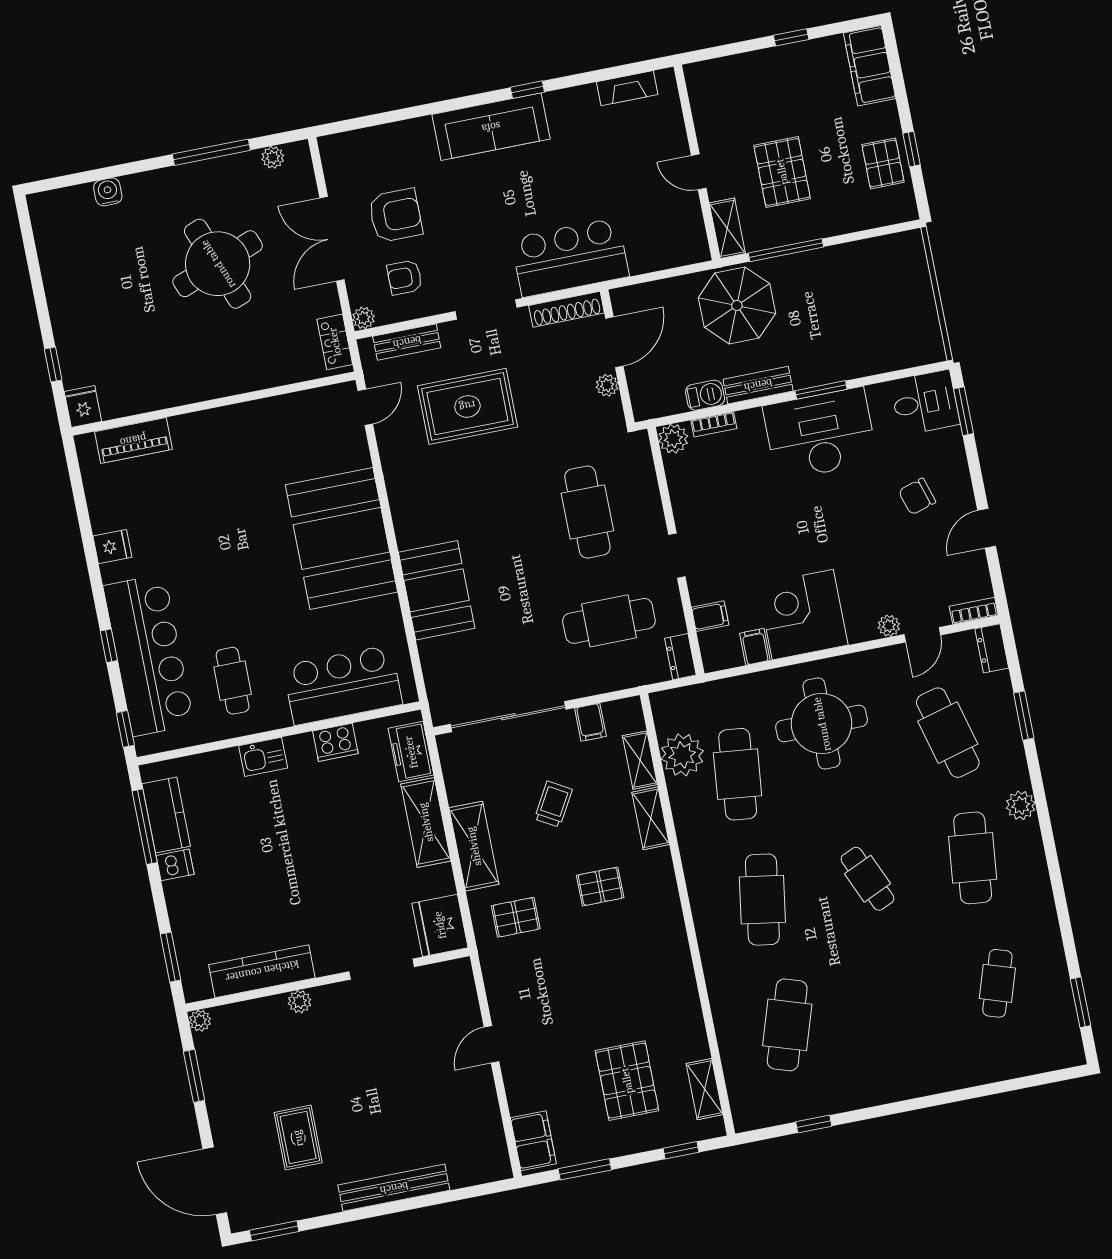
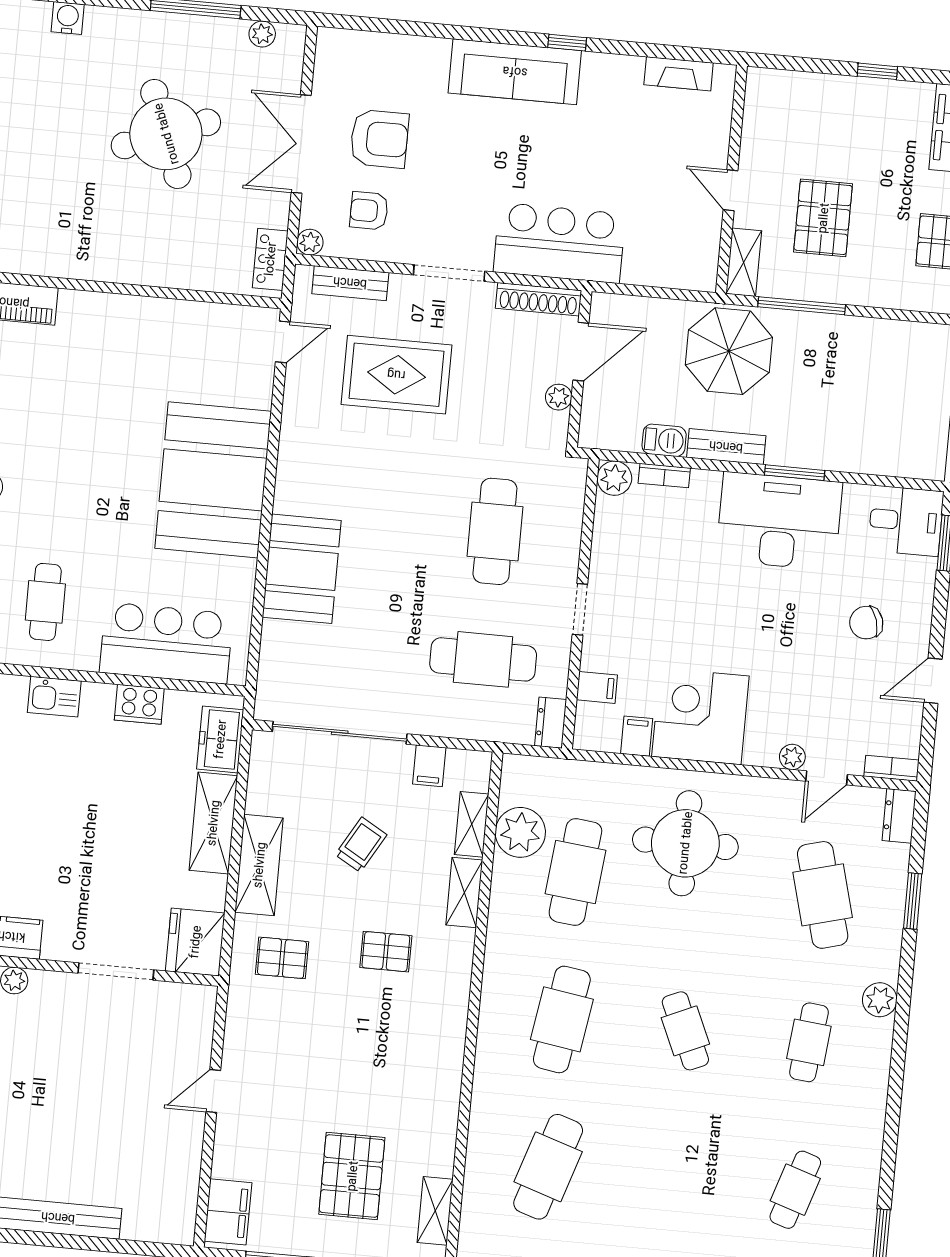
cafe table: (973, 858) -> (809, 1042), width x0.73, depth x0.74

